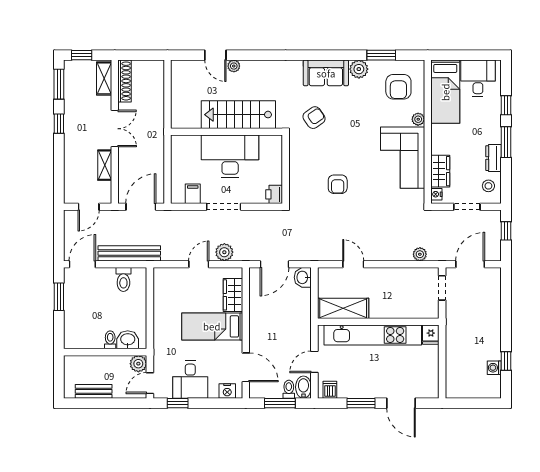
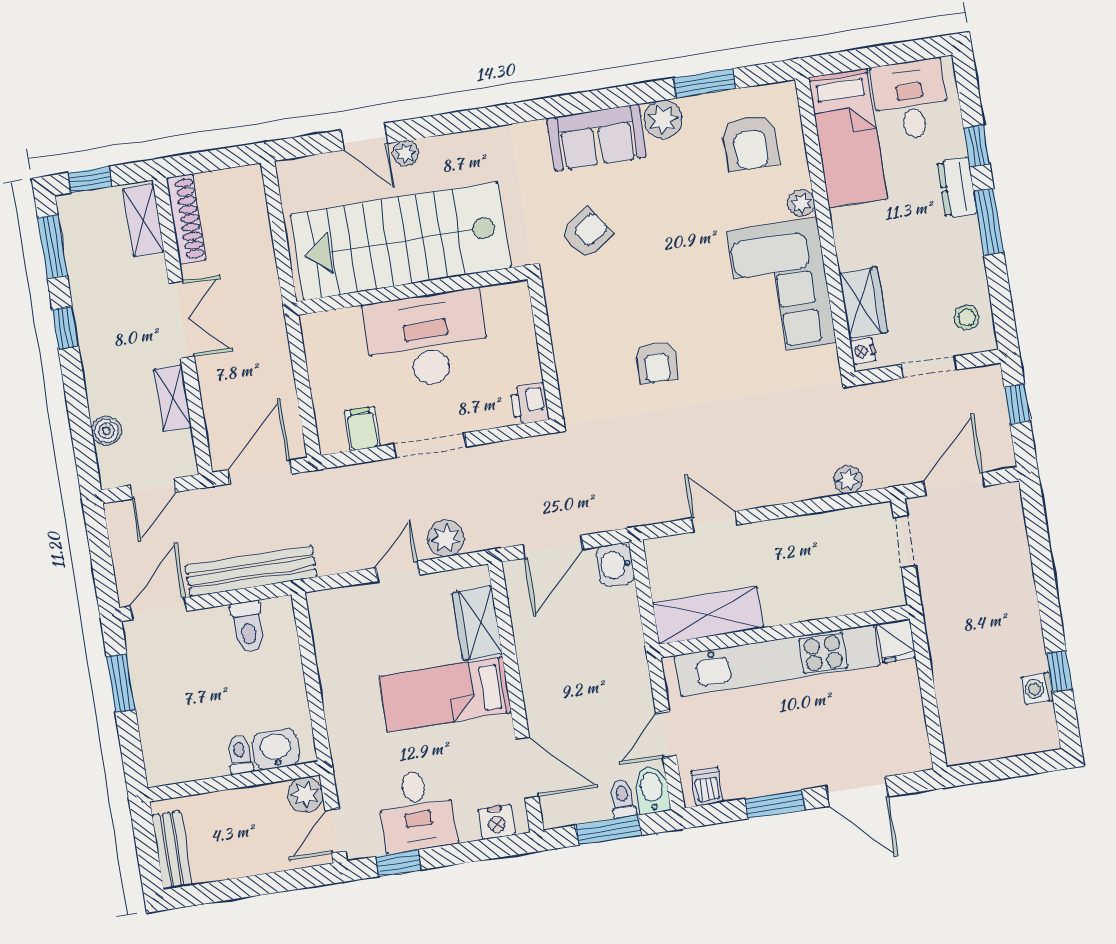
stairs: (238, 115) -> (401, 241), width x1.36, depth x1.51
dresser: (494, 158) -> (957, 187), moved
boiler: (71, 176) -> (106, 431), added
bench: (94, 391) -> (172, 850), moved, turned 90

